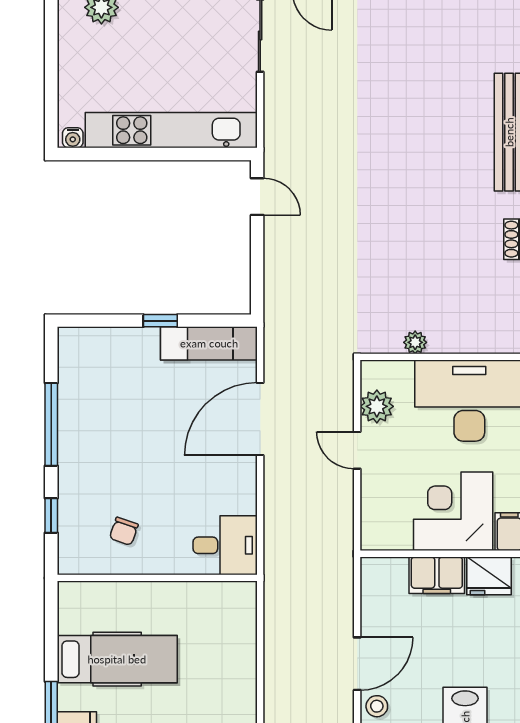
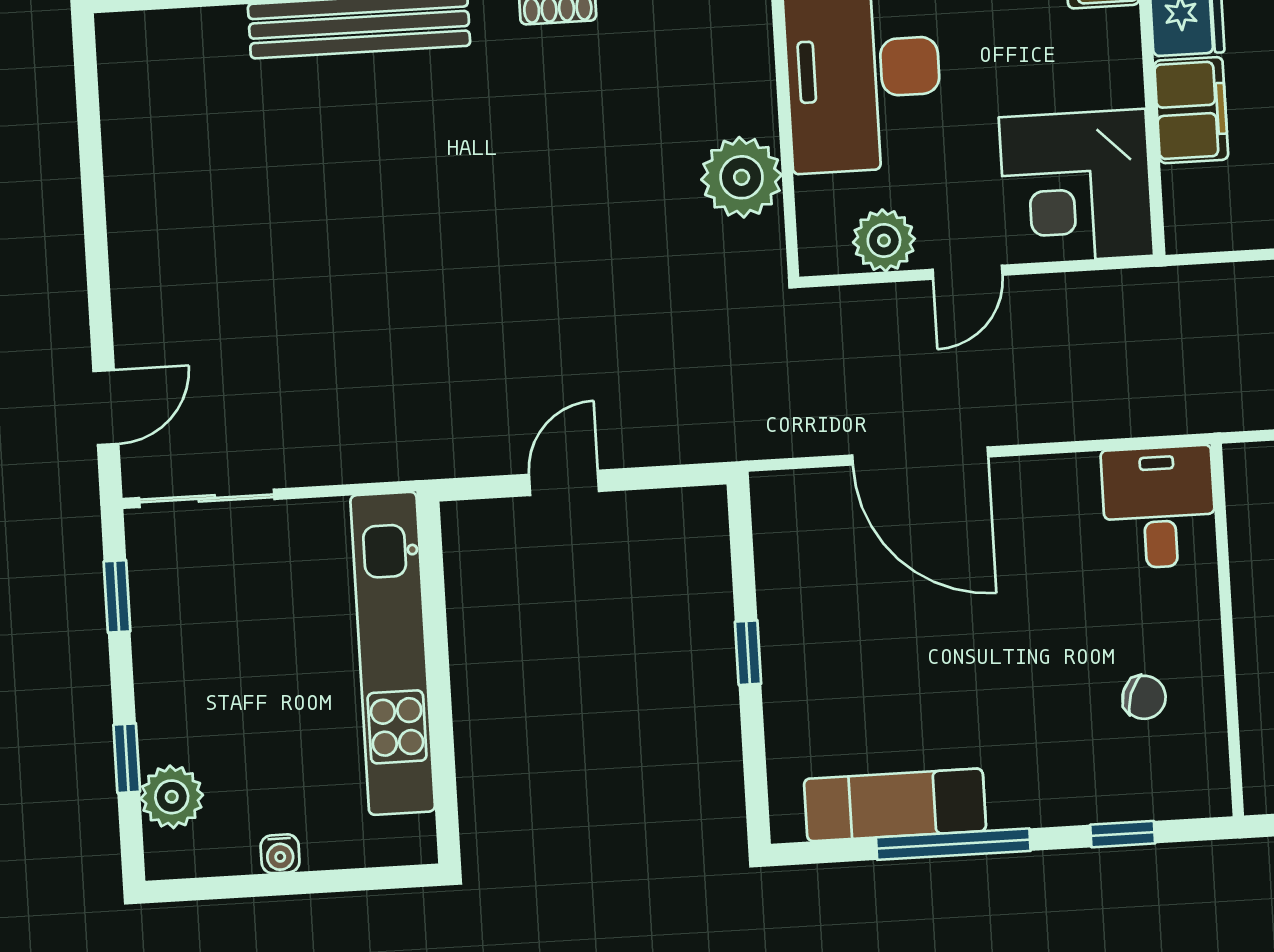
water cooler: (73, 138) -> (280, 854), moved, turned 90
door: (257, 197) -> (564, 483), moved
plant: (415, 342) -> (742, 177), width x1.87, depth x1.87
exam couch: (209, 343) -> (895, 805), moved, turned -90
corner desk: (453, 511) -> (1076, 186), moved

